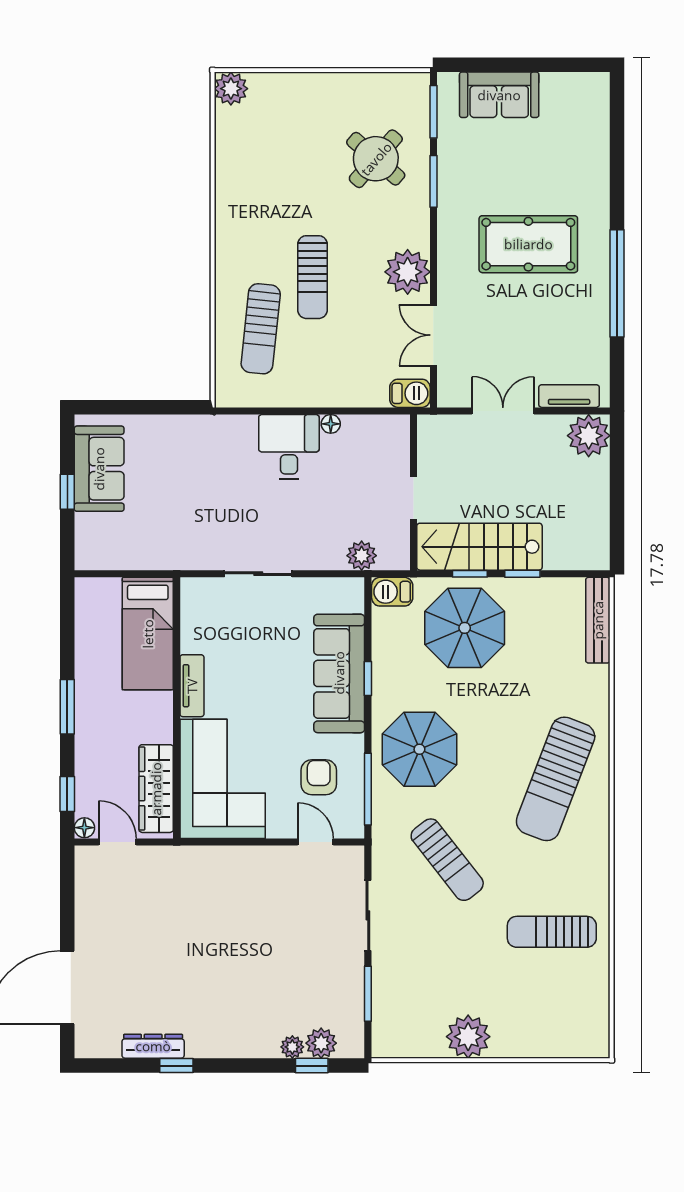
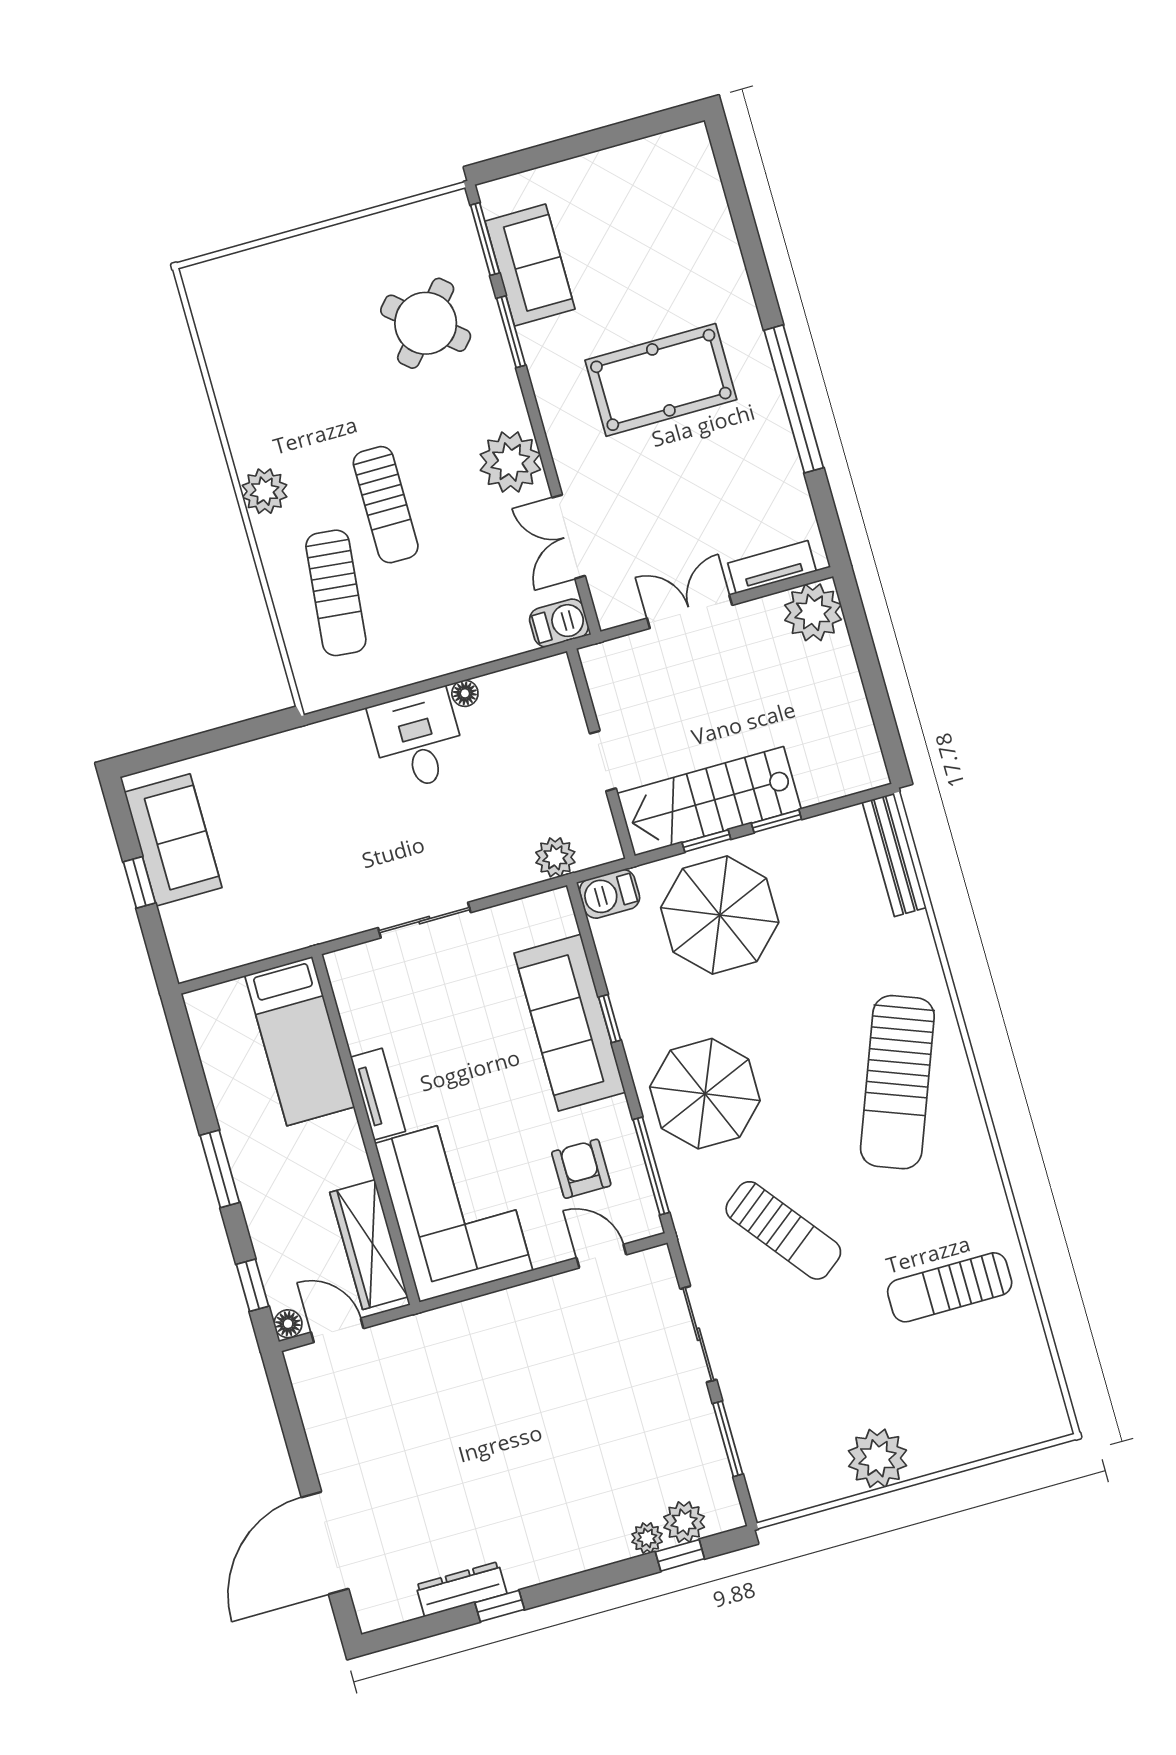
plant: (231, 89) -> (265, 491), moved
sofa: (499, 95) -> (530, 265), moved, turned -90

